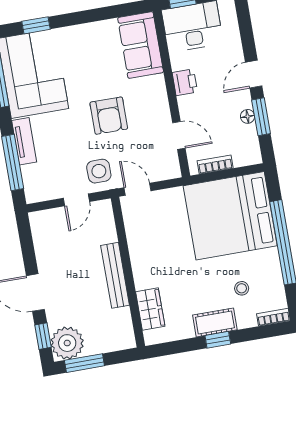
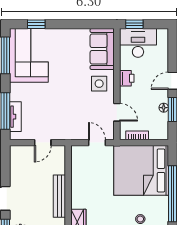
armchair: (109, 116) -> (73, 91), removed
tv unit: (24, 141) -> (15, 117), moved
side table: (99, 171) -> (99, 84), moved
door: (138, 189) -> (97, 143), moved

